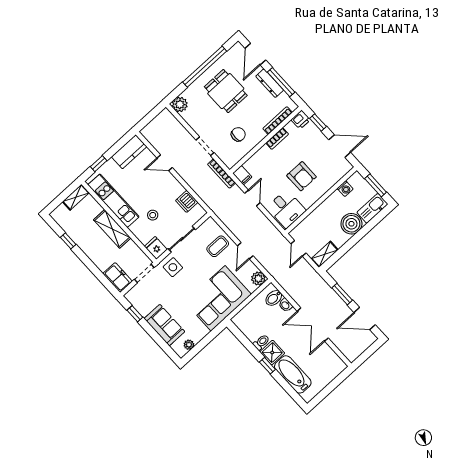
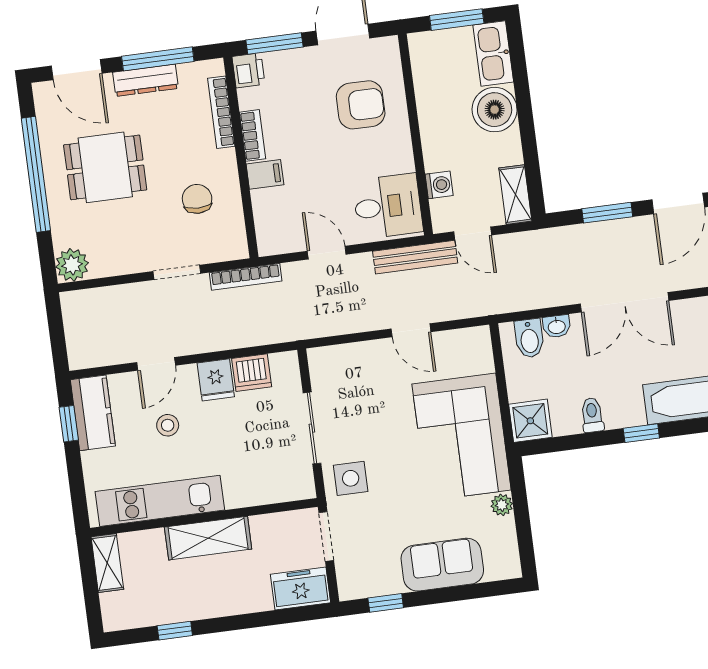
window: (318, 122) -> (274, 44), width x1.50
window: (99, 164) -> (69, 424), moved
filing cabinet: (242, 175) -> (265, 174), moved
armchair: (302, 176) -> (361, 105), moved
washing machine: (345, 189) -> (439, 185), moved
stool: (153, 215) -> (168, 425), moved
bench: (274, 233) -> (415, 257), added
coffee table: (218, 246) -> (369, 373), removed
fridge: (156, 248) -> (216, 380), moved, turned -90
plant: (258, 279) -> (476, 341), removed
plant: (189, 345) -> (502, 505), moved
shower: (272, 353) -> (530, 421), moved

